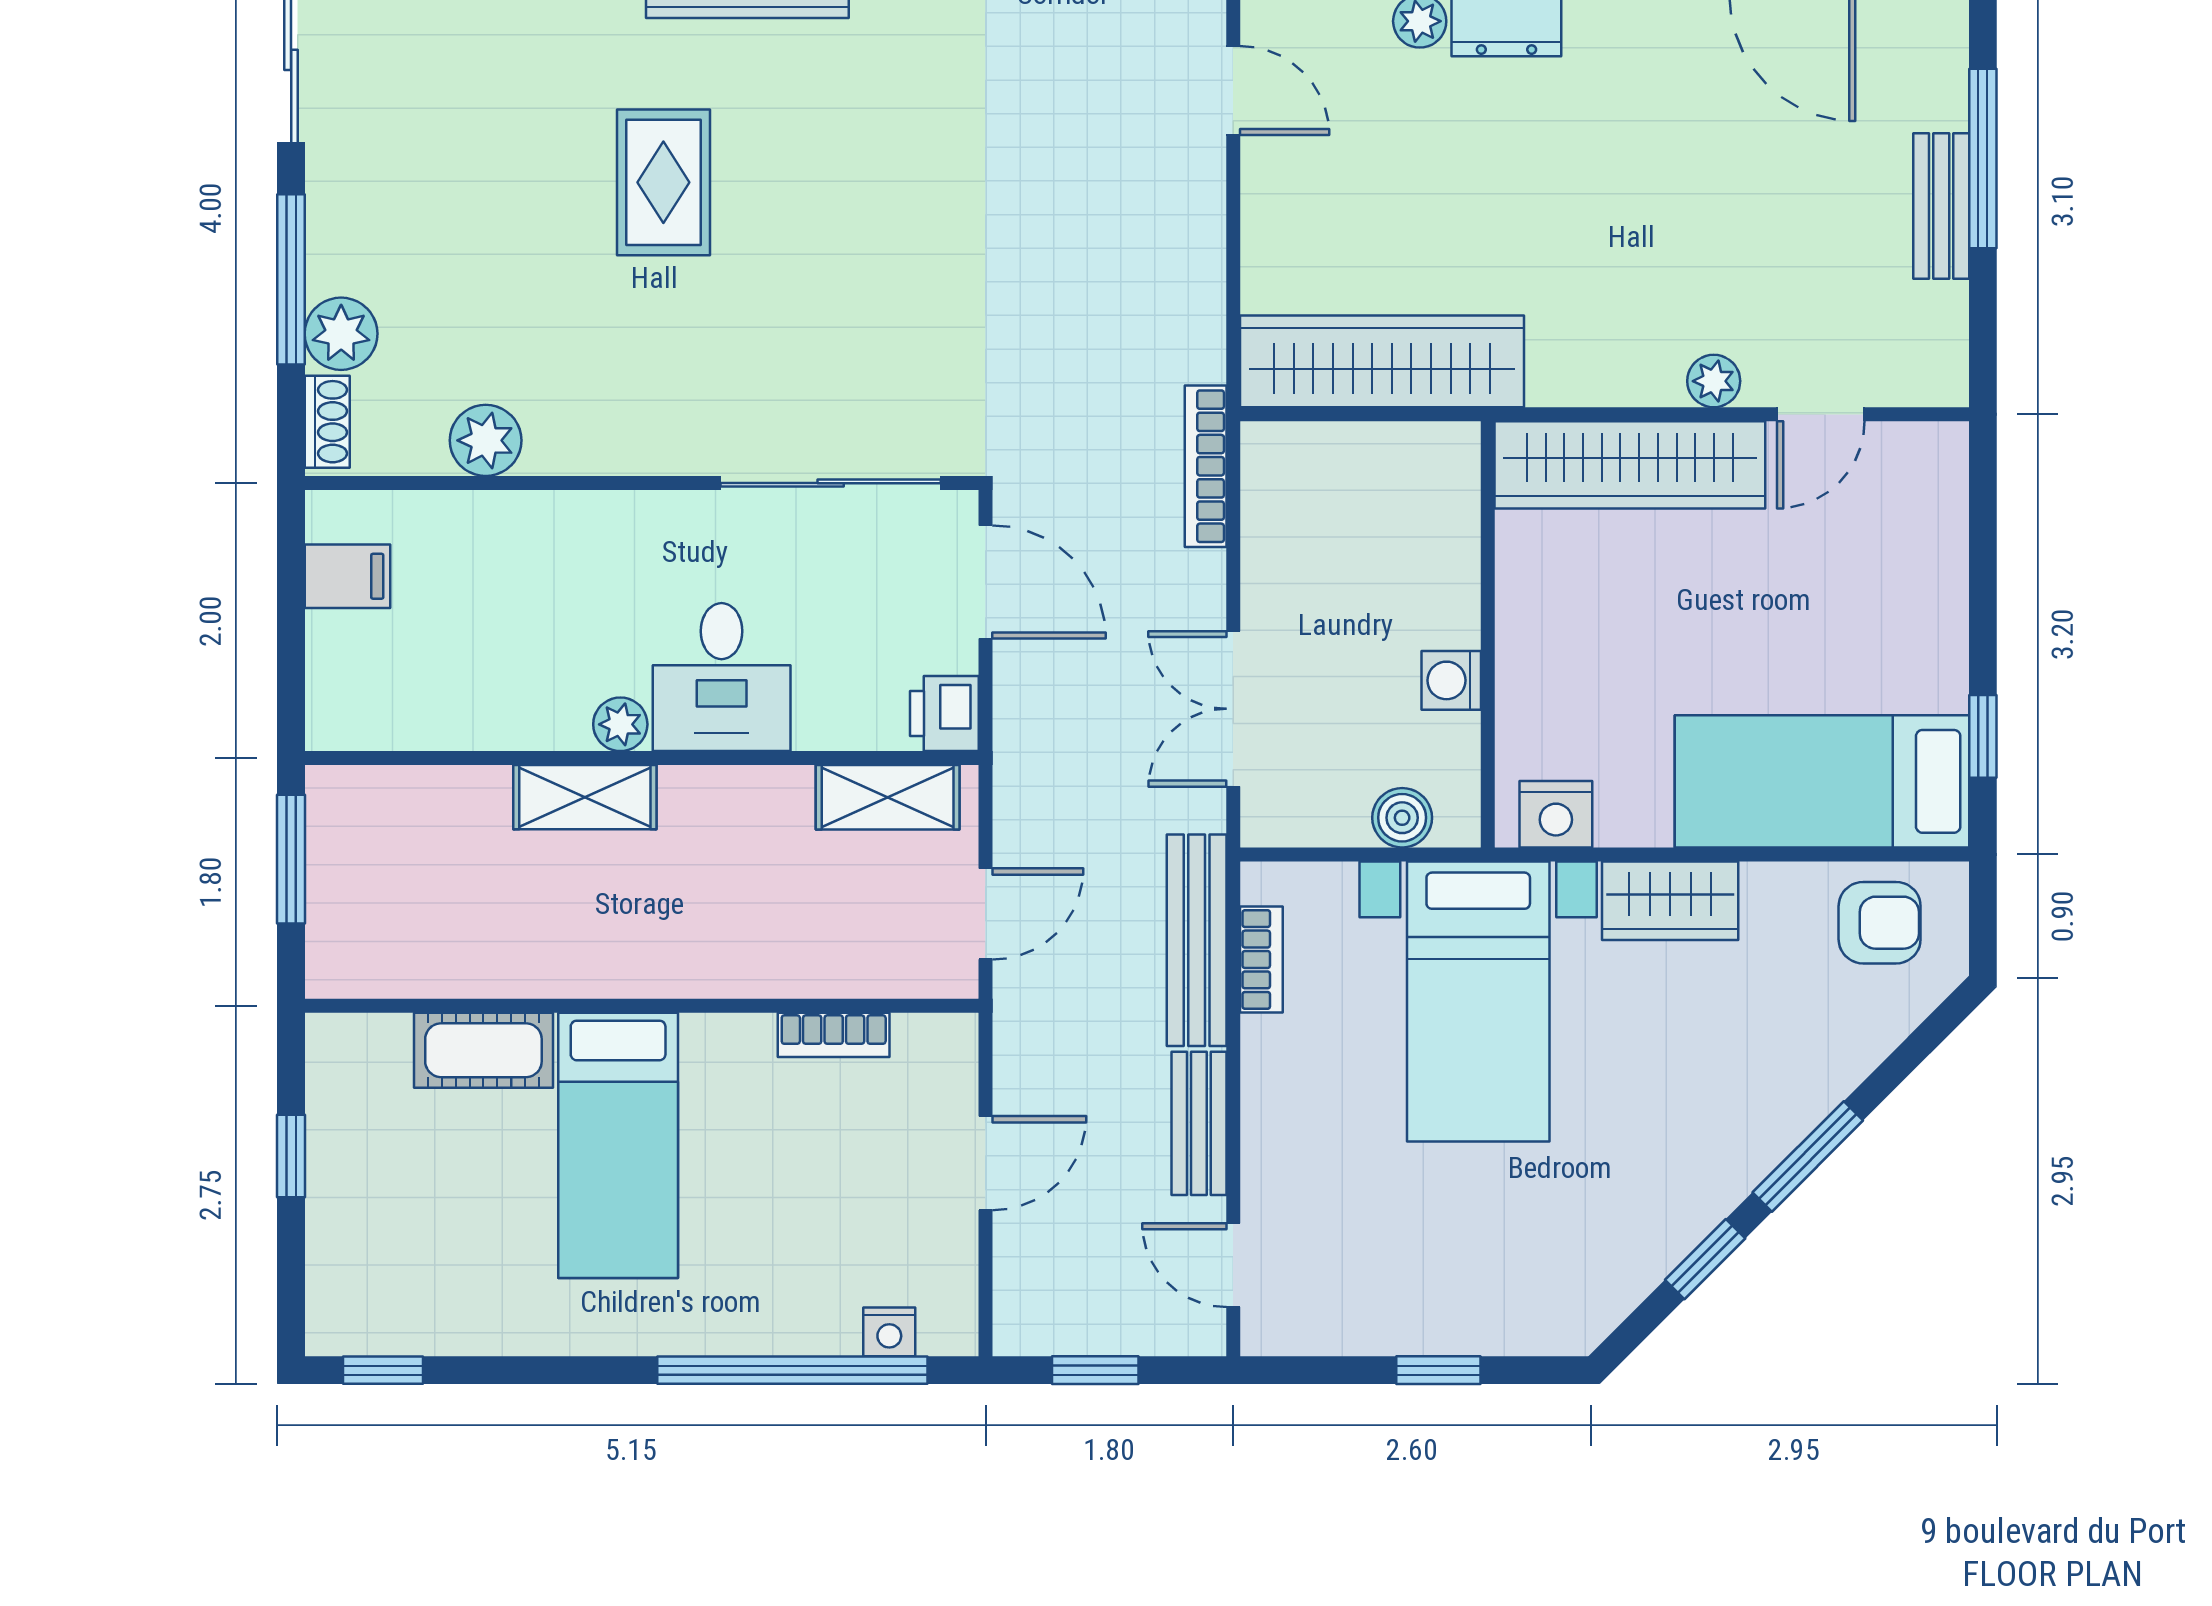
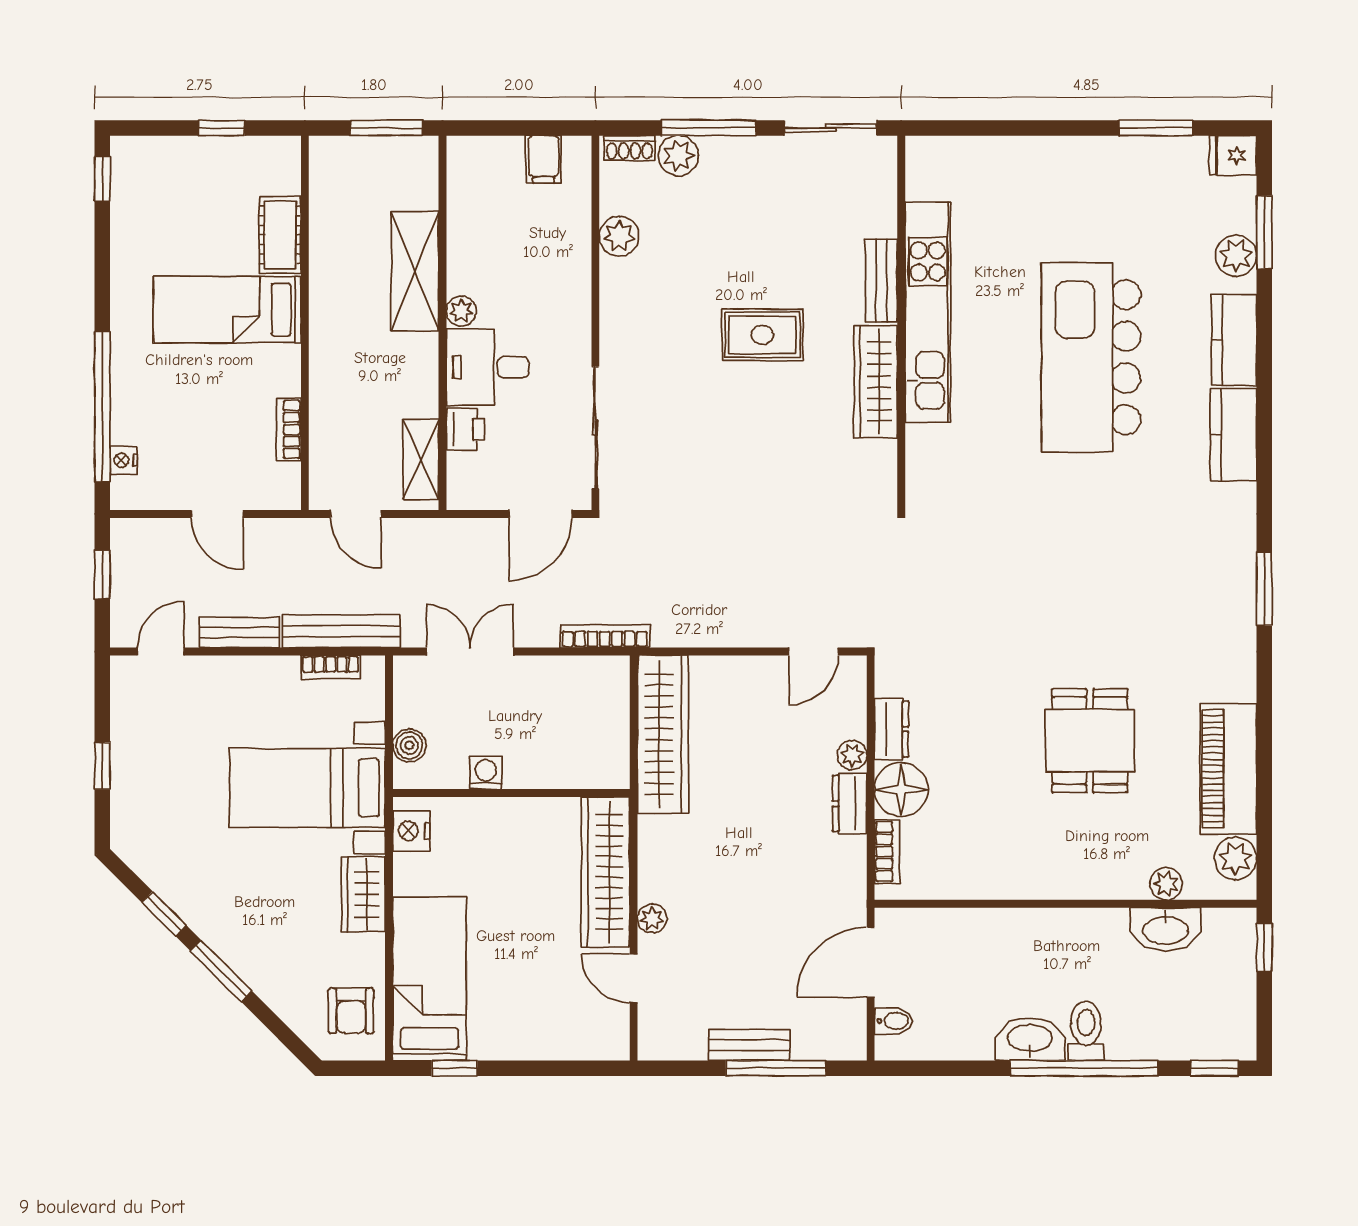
printer: (944, 714) -> (465, 429), moved, turned 90
shelving: (585, 797) -> (415, 271), width x1.50, depth x1.33

